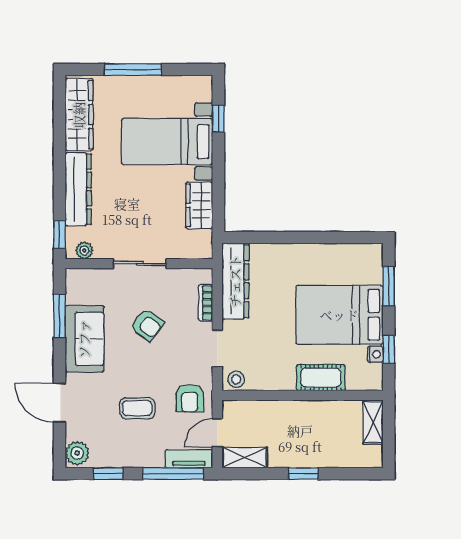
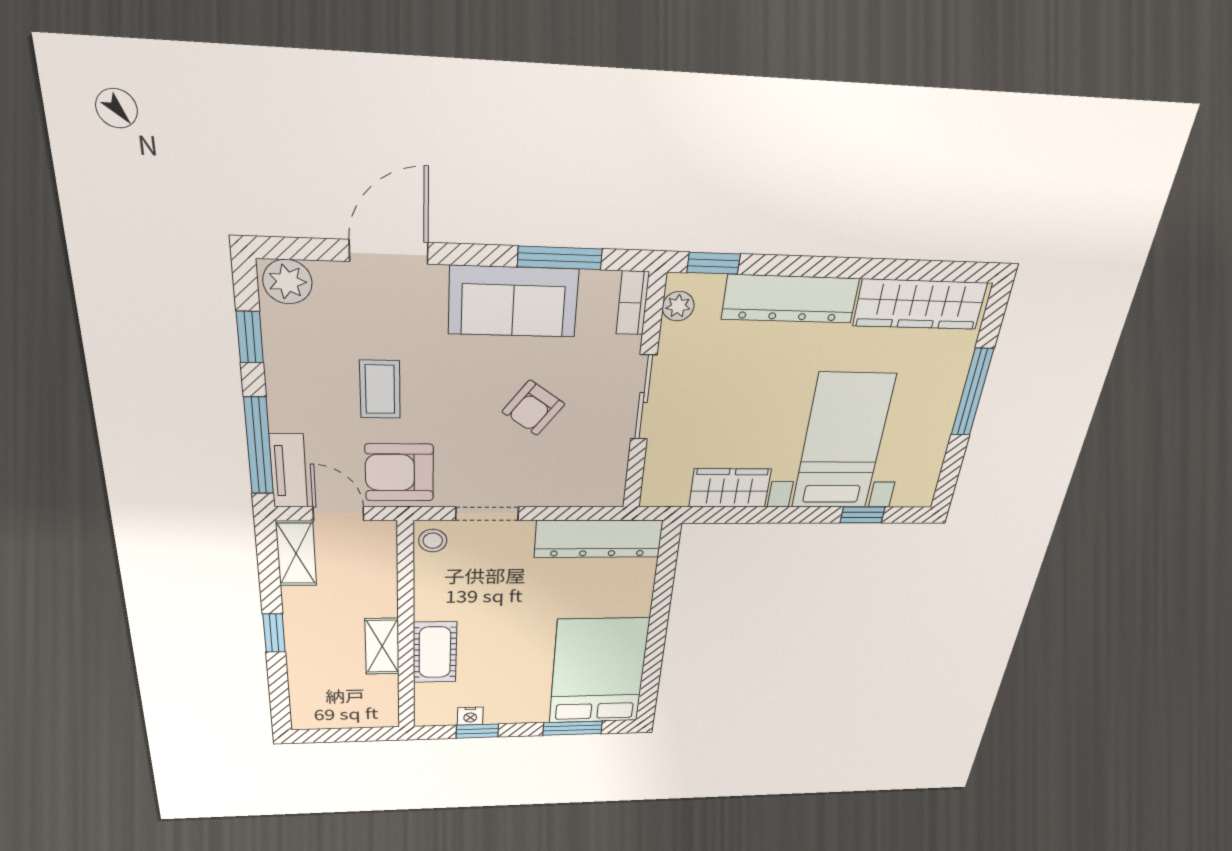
bookcase: (206, 303) -> (633, 303), moved, turned -90
bed: (339, 315) -> (599, 671), moved
armchair: (190, 398) -> (399, 473), width x1.38, depth x1.38
shelving: (373, 422) -> (382, 646), moved, turned 90

